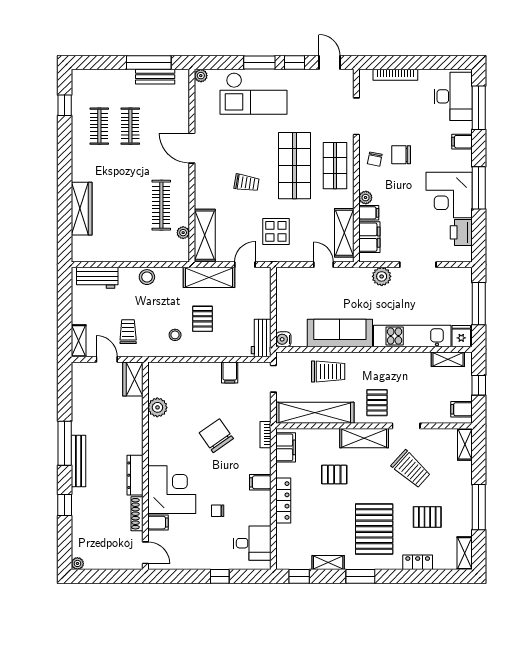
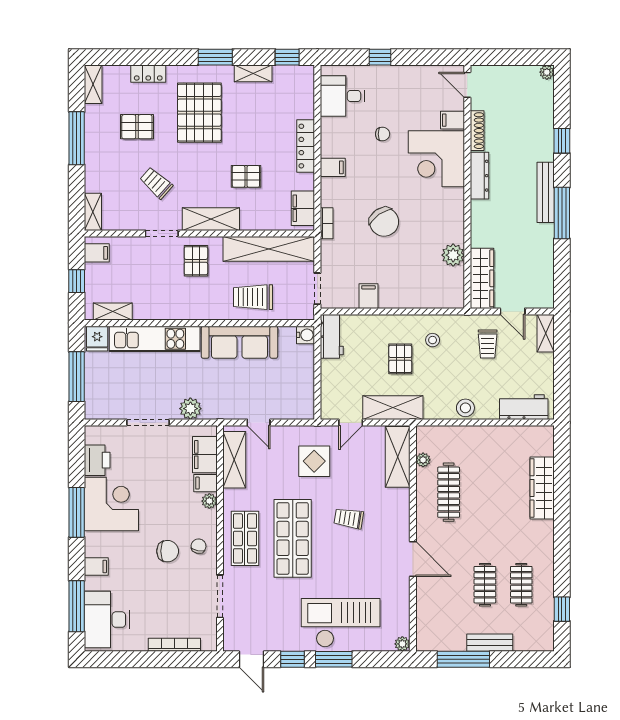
bench: (155, 77) -> (490, 643), moved
wardrobe: (133, 379) -> (482, 278), width x1.50
trolley: (411, 469) -> (156, 183), width x0.73, depth x0.72

